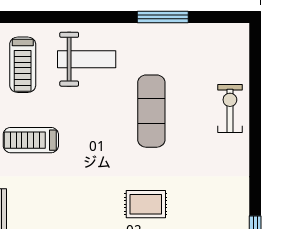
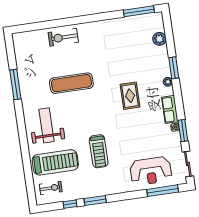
treadmill: (23, 65) -> (55, 162), width x1.37, depth x1.38
rug: (146, 204) -> (130, 96), moved

